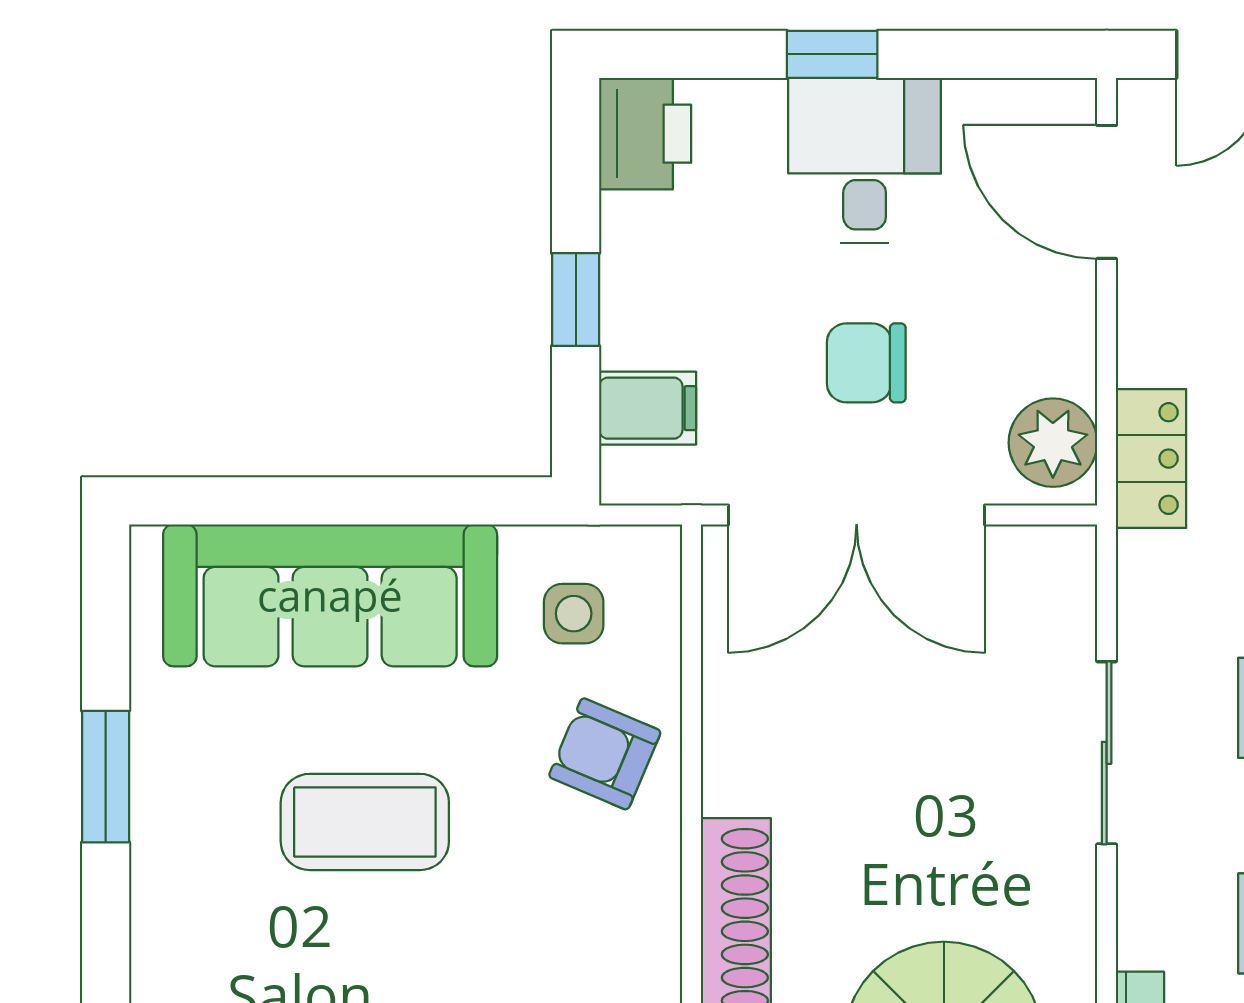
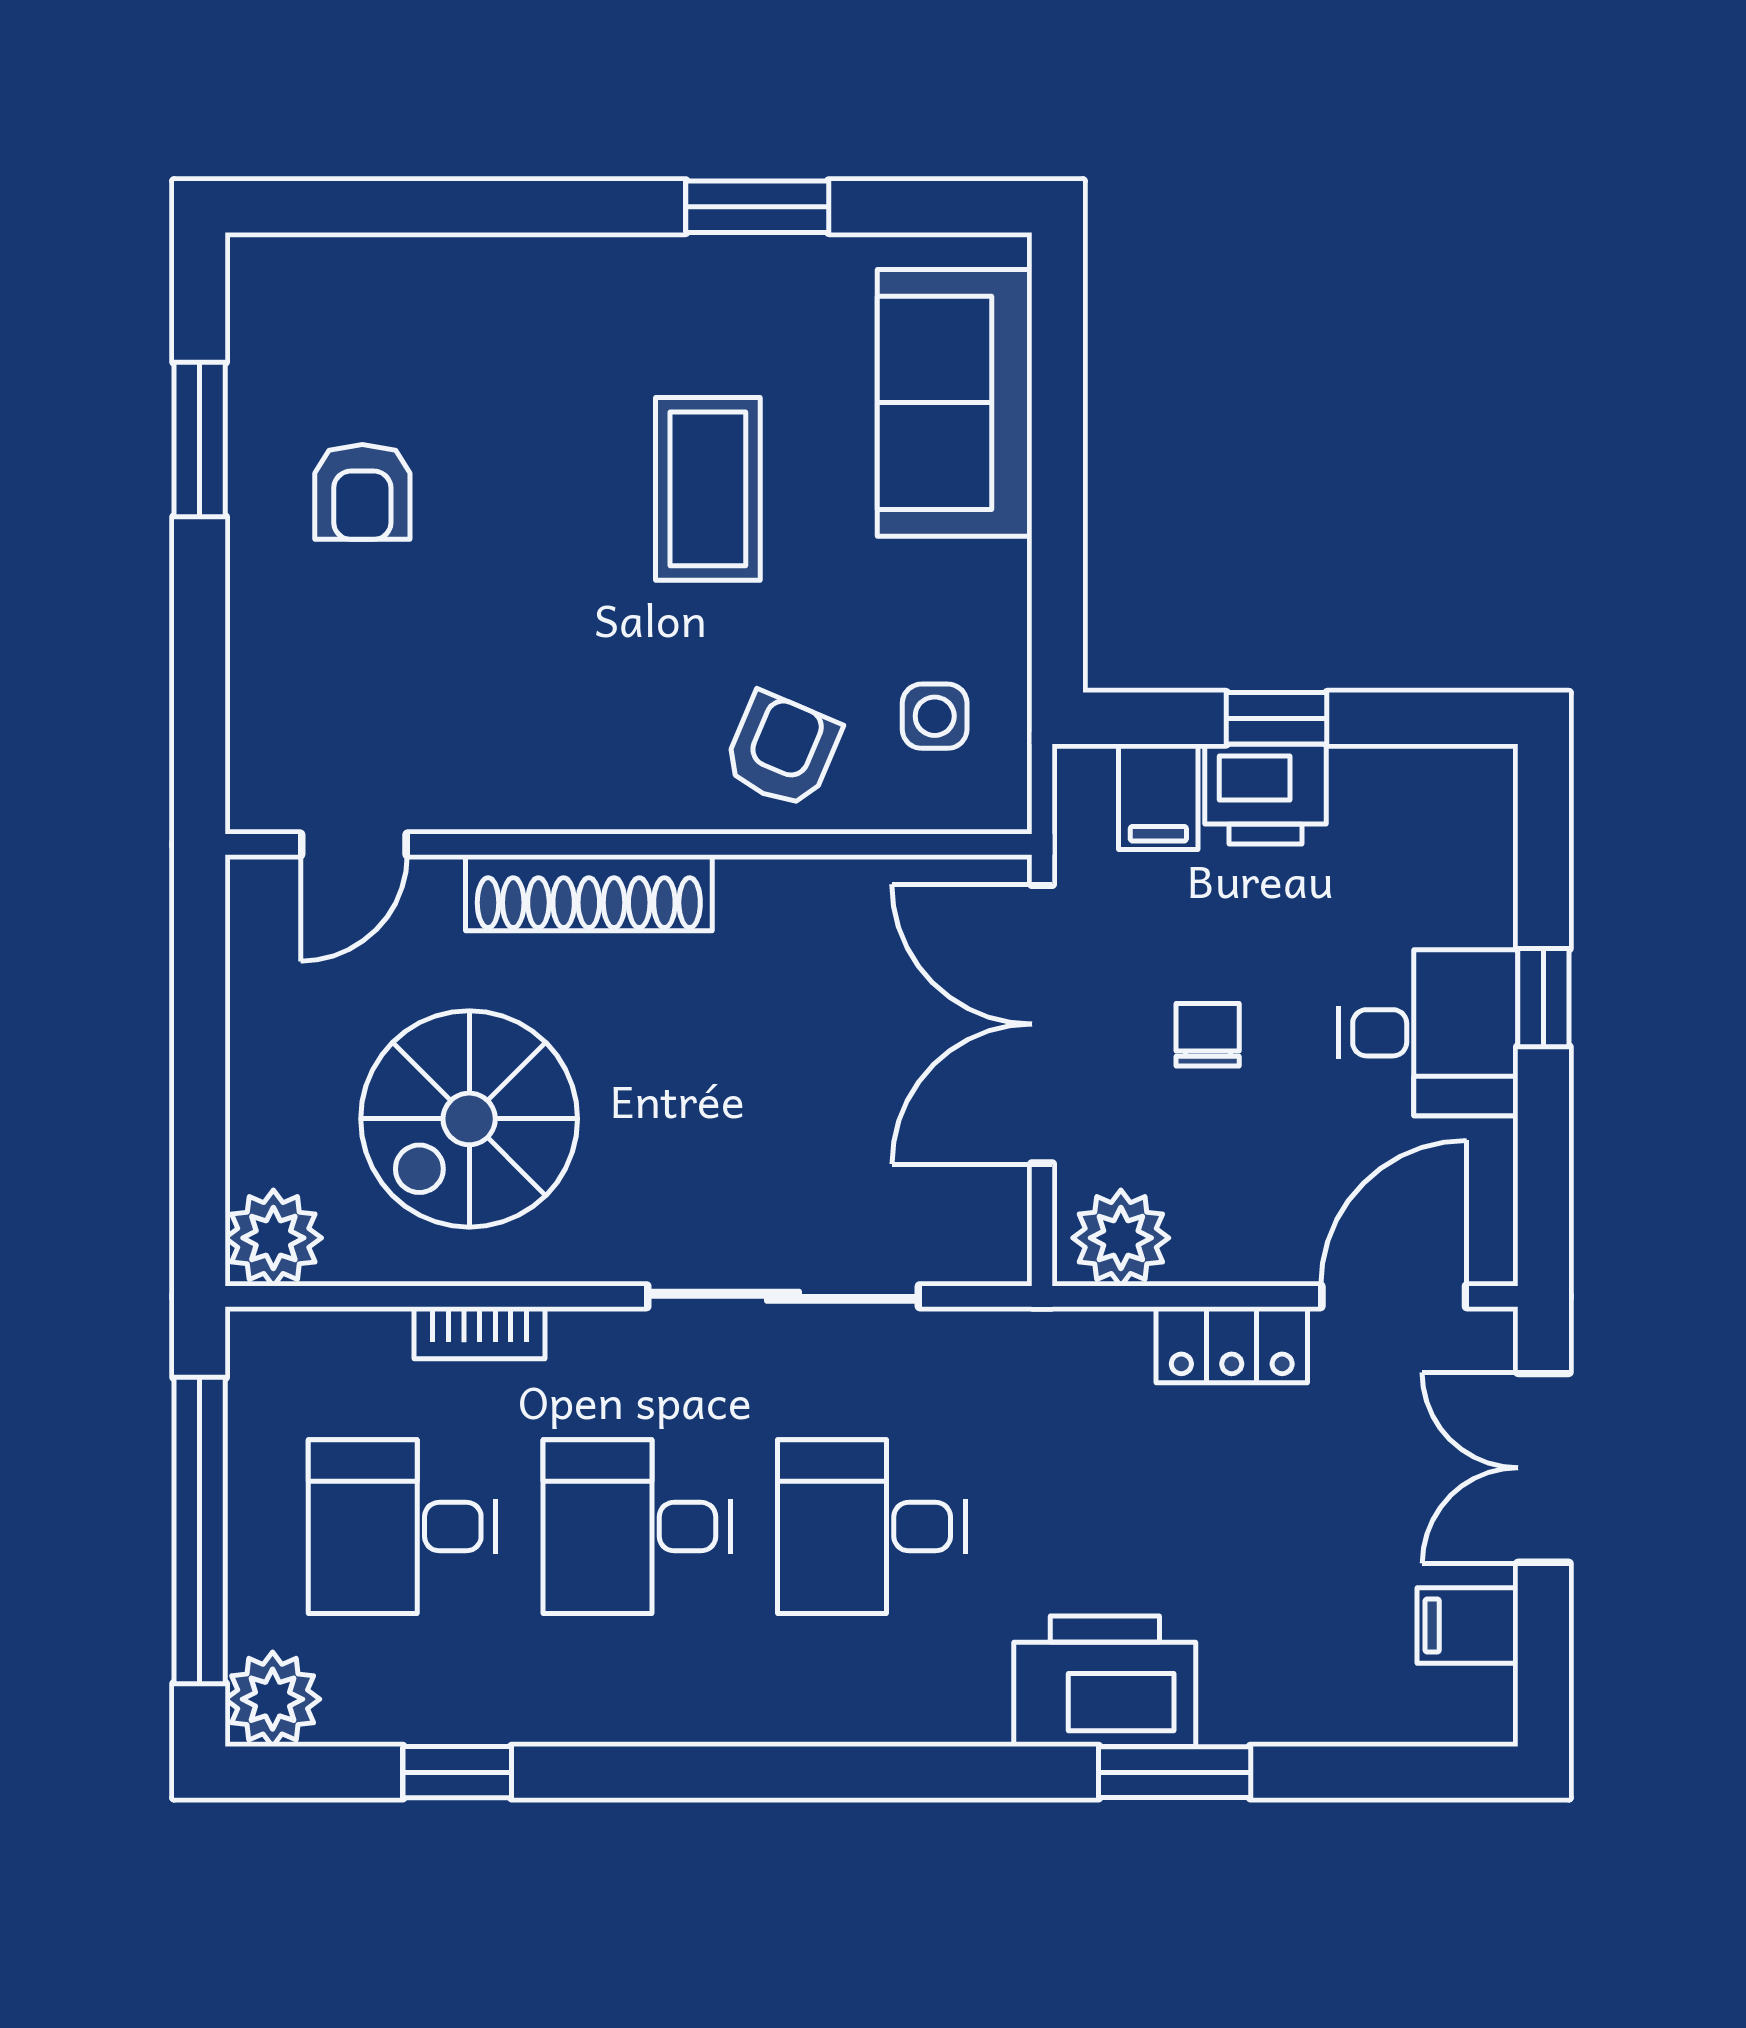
printer: (645, 134) -> (1265, 794), moved
chair: (866, 363) -> (1208, 1035), width x0.73, depth x0.73
locker: (1151, 459) -> (1232, 1345), moved
sofa: (330, 595) -> (955, 403), width x0.73
sliding door: (1107, 753) -> (783, 1296), width x1.37

